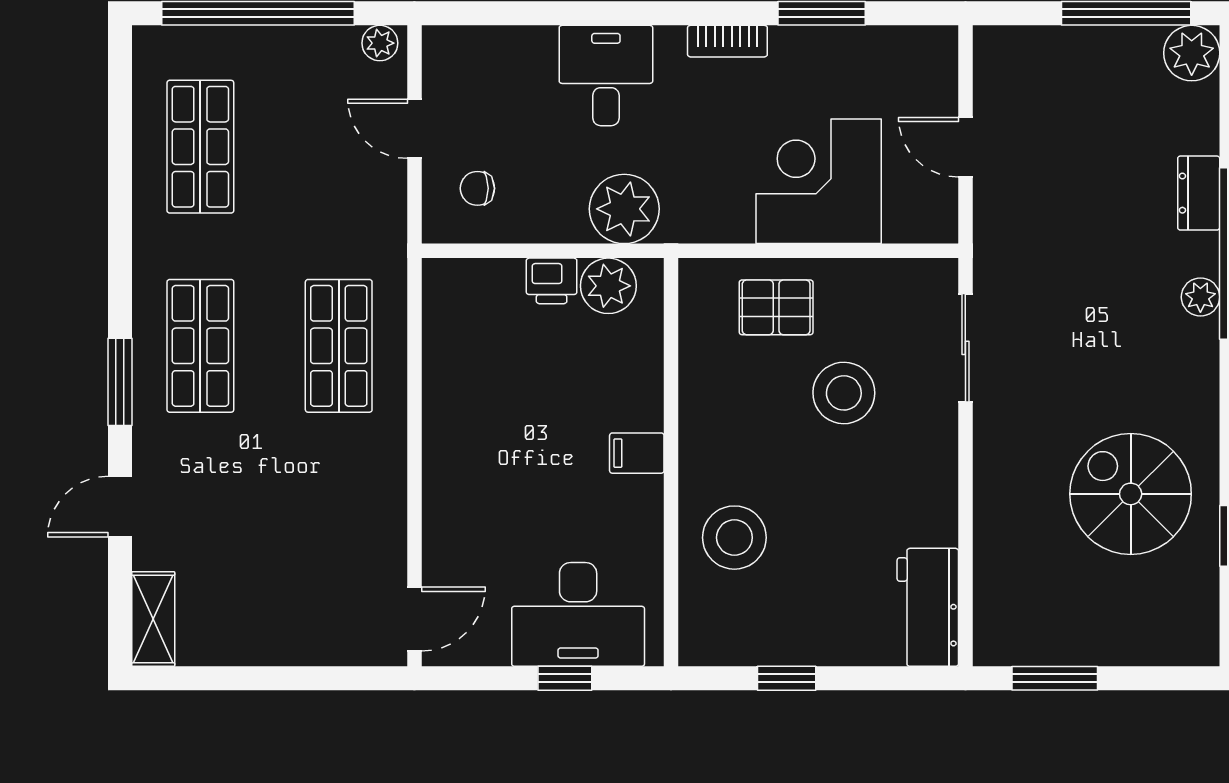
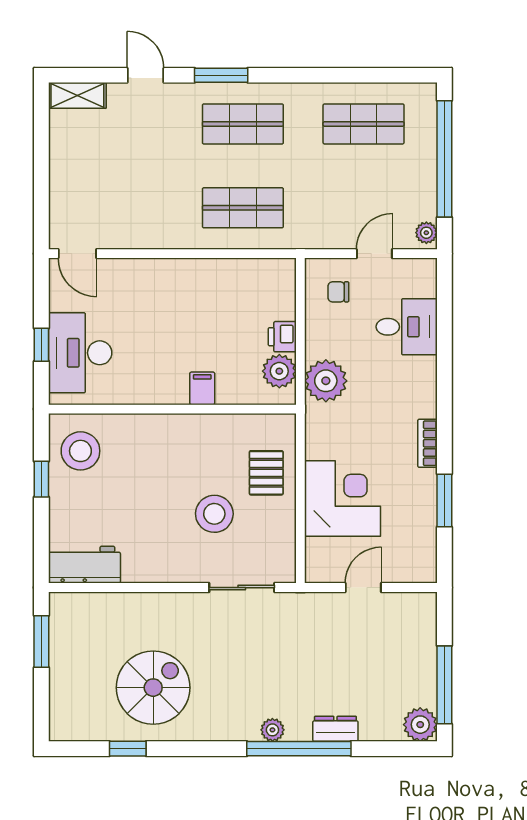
desk: (606, 75) -> (407, 327), moved
chair: (477, 188) -> (338, 292), turned -90
filing cabinet: (637, 453) -> (202, 388), moved
stool: (734, 538) -> (80, 451), moved

